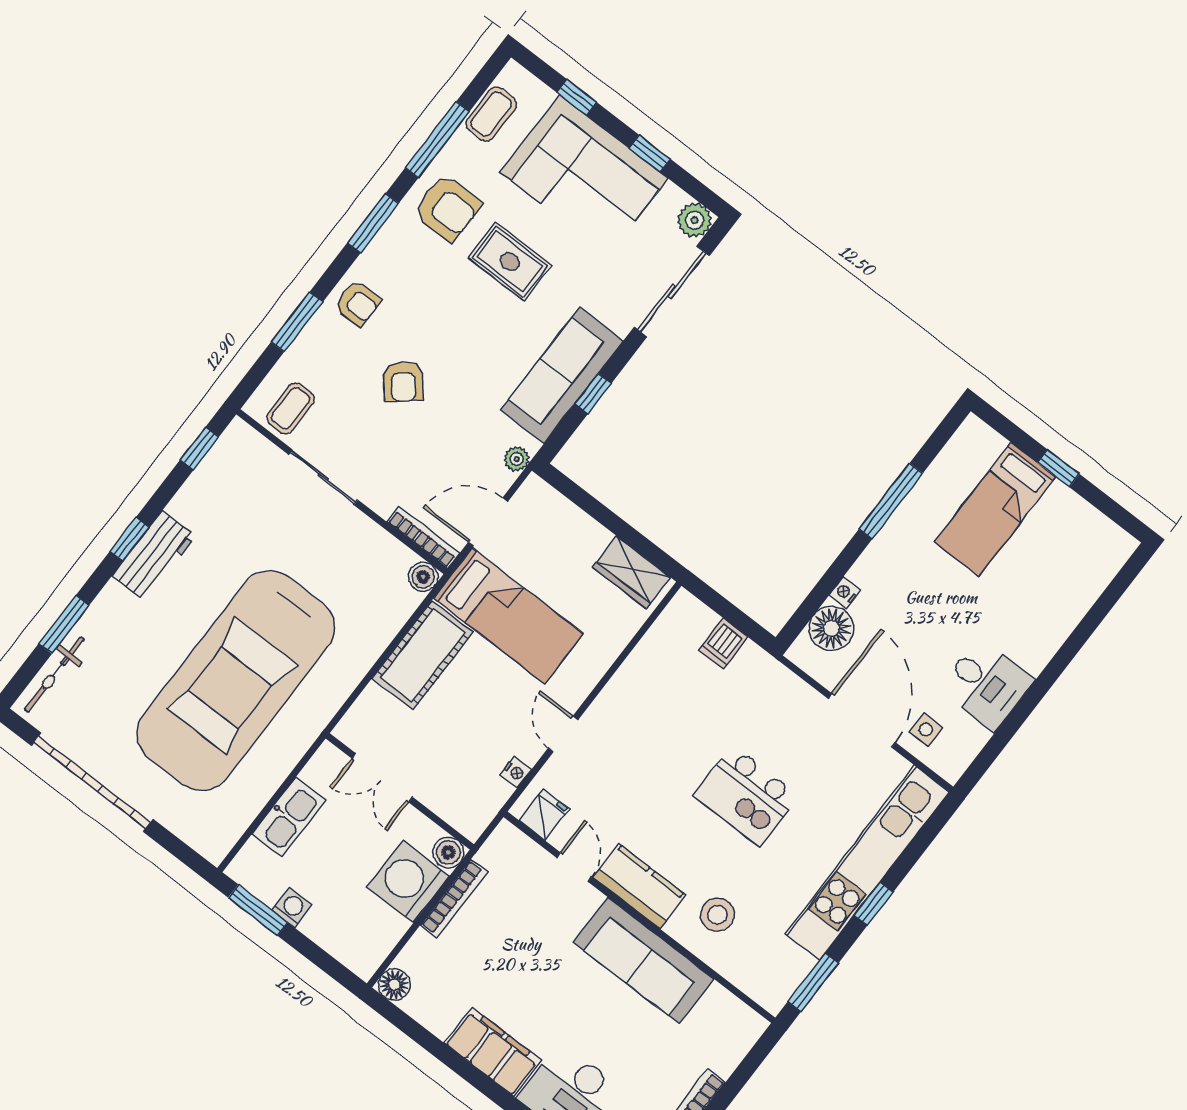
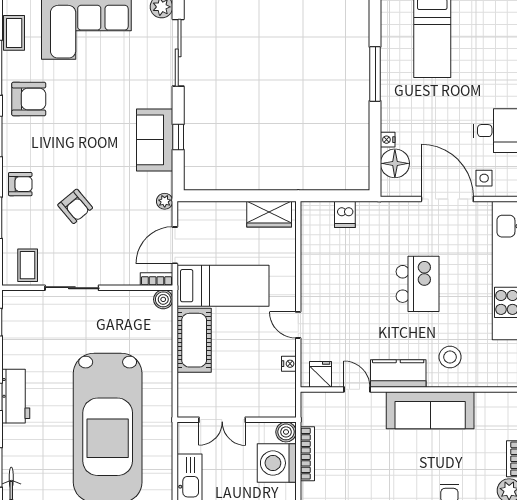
rug: (510, 262) -> (82, 102), removed
sofa: (562, 375) -> (155, 140), width x0.73
bookcase: (423, 537) -> (157, 279), width x0.64
kitchen island: (746, 796) -> (418, 284), turned -90

